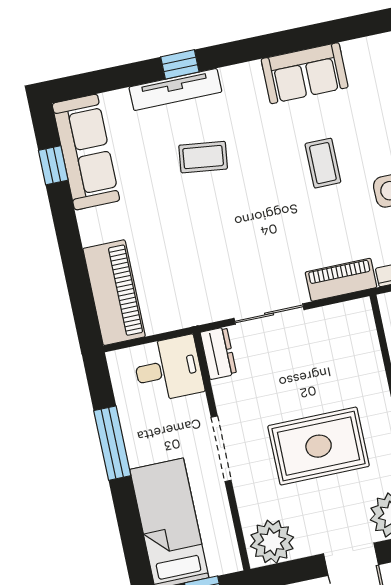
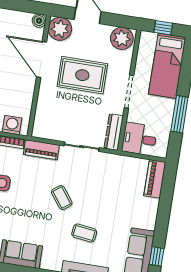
coffee table: (323, 163) -> (62, 198), moved, turned -37
piano: (114, 293) -> (155, 179), width x0.73, depth x0.75
dresser: (218, 353) -> (114, 132), width x1.44

